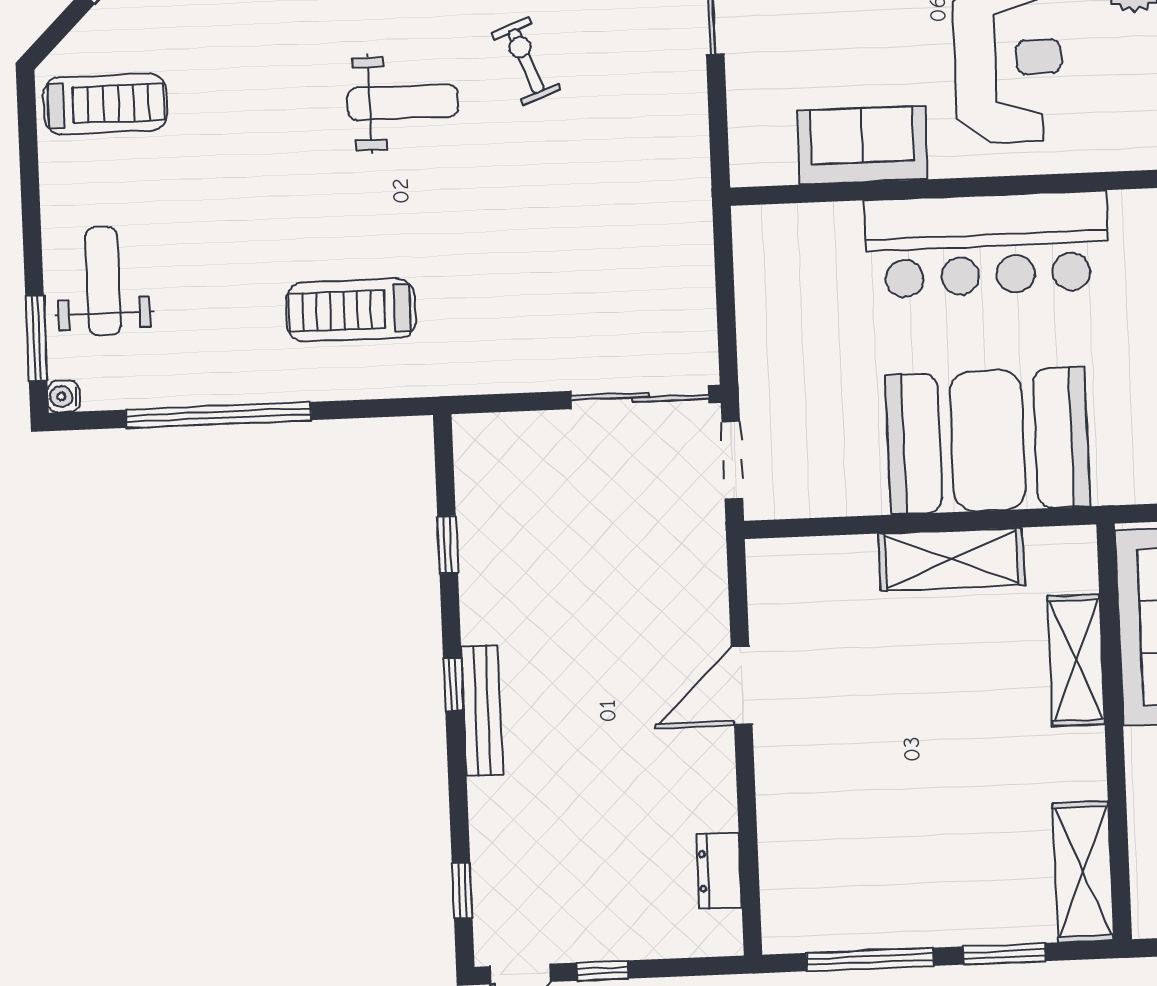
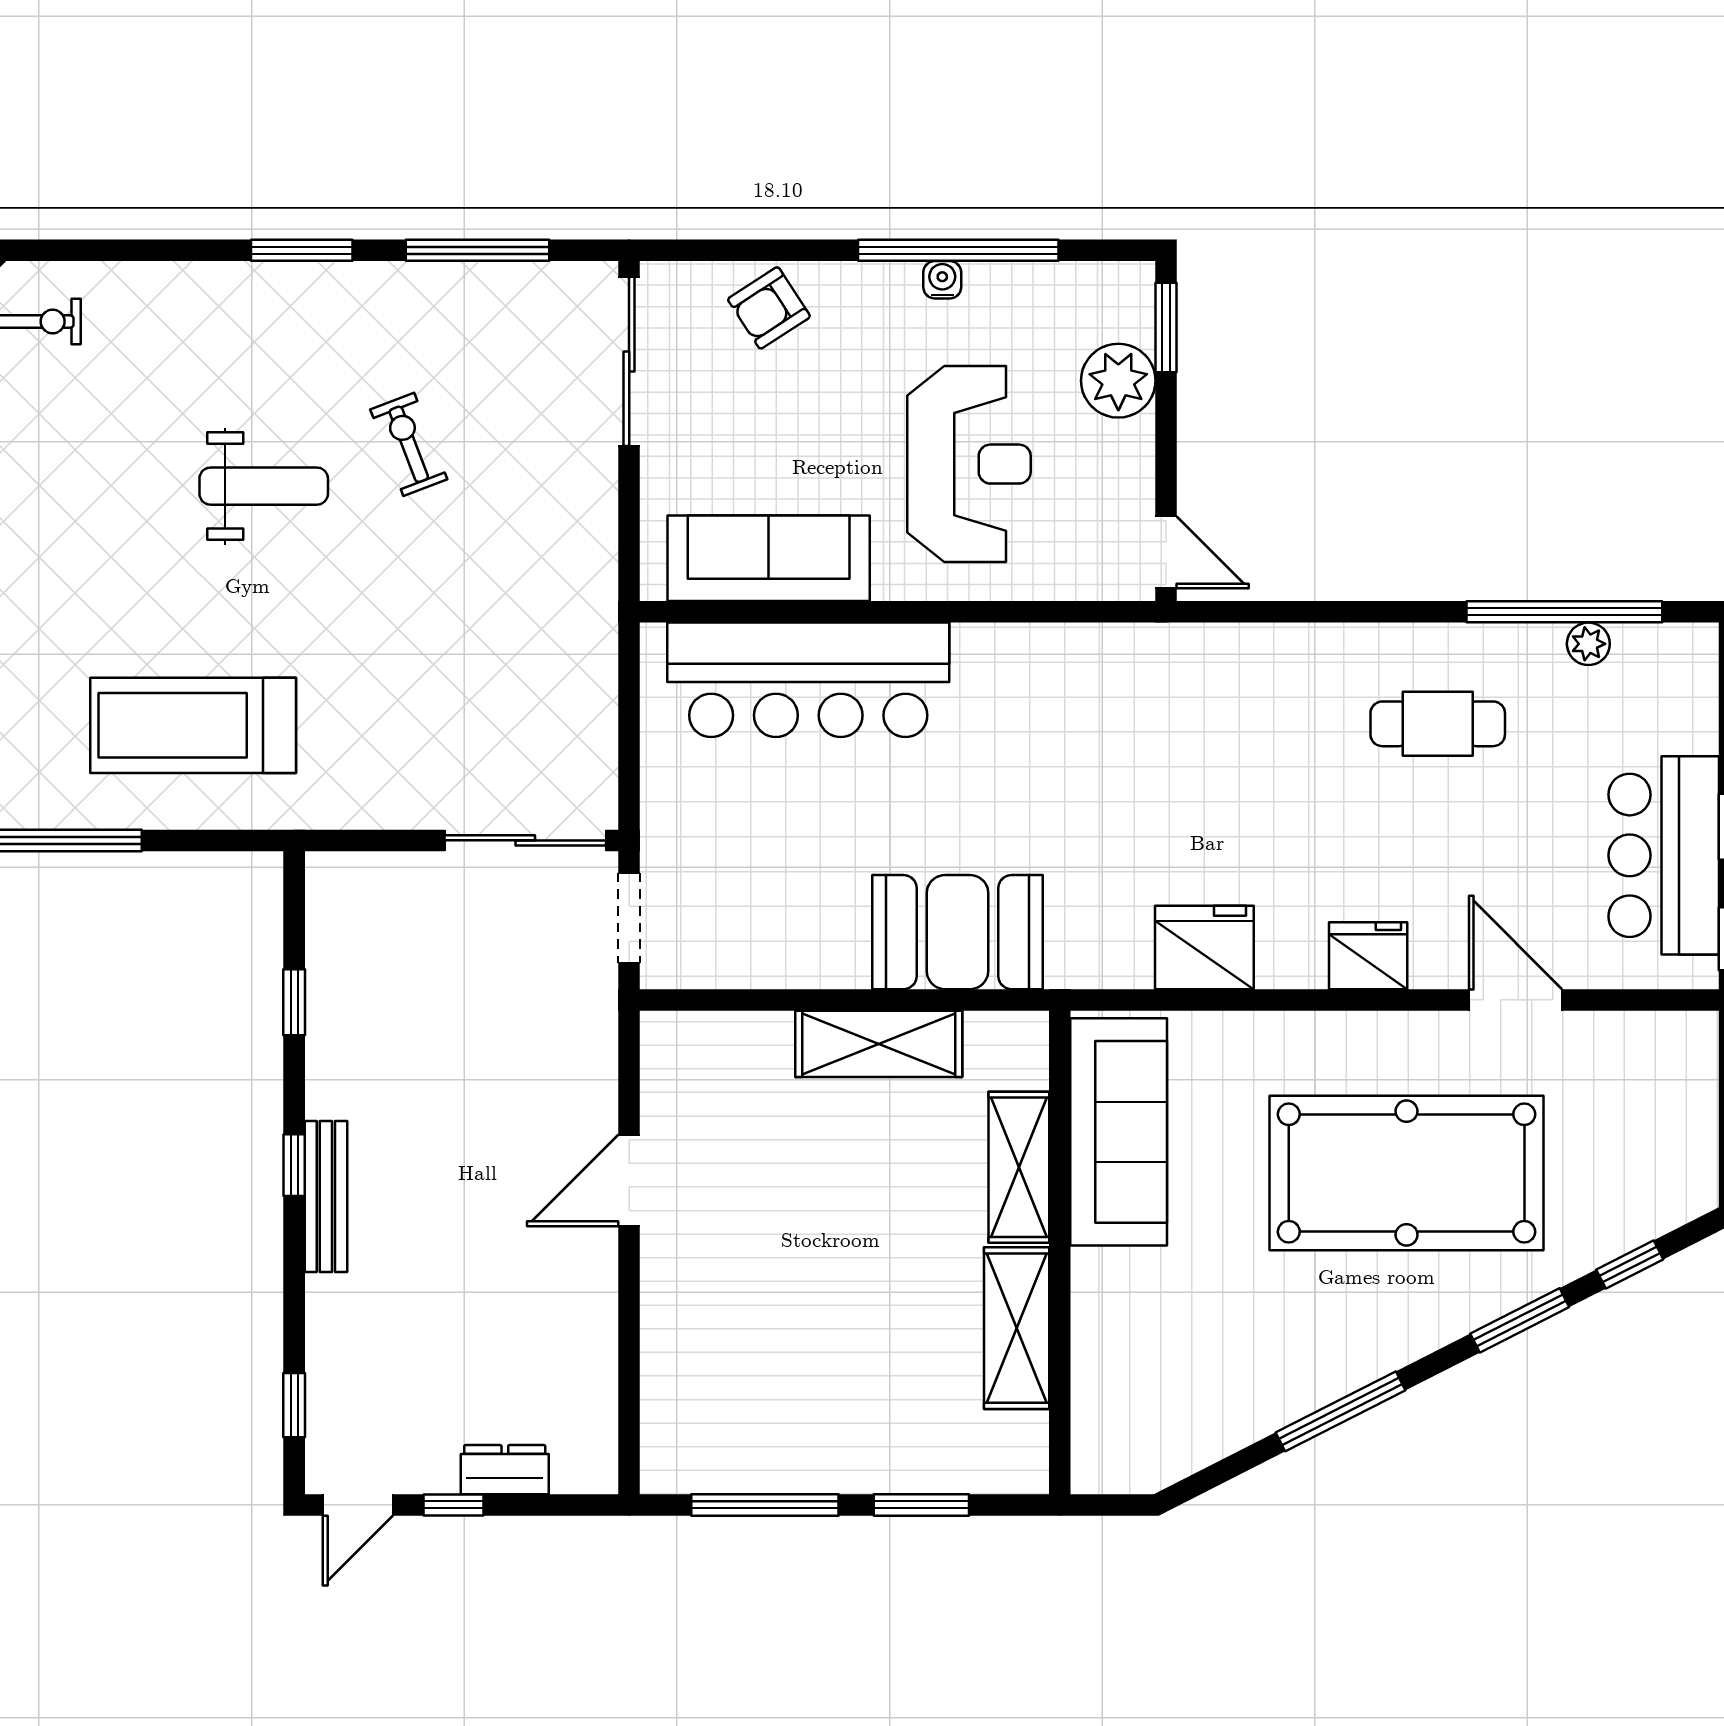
sofa: (862, 145) -> (769, 558), width x1.36
bar counter: (987, 244) -> (808, 680), moved
treadmill: (351, 310) -> (193, 725), width x1.37, depth x1.38
booth: (988, 441) -> (957, 932), width x0.73, depth x0.70
dresser: (719, 871) -> (505, 1470), moved, turned 90
shelving: (1083, 872) -> (1017, 1328), moved

